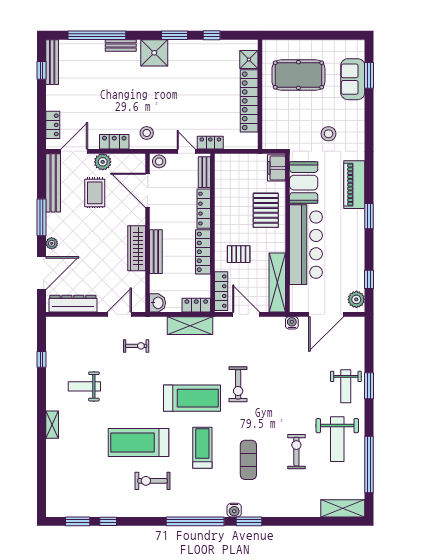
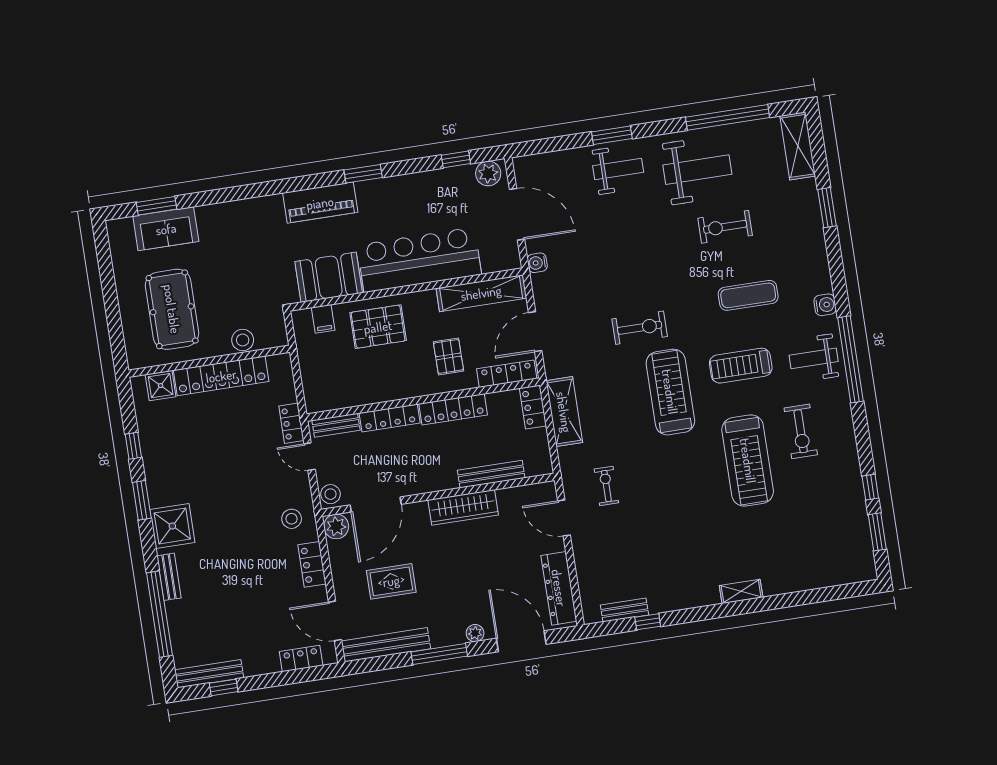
stool: (328, 134) -> (243, 340), moved
door: (186, 151) -> (310, 457), hinge flipped
plant: (103, 162) -> (336, 526), moved
filing cabinet: (276, 168) -> (323, 319), width x0.50
bench: (156, 252) -> (491, 474), moved
washbasin: (158, 303) -> (538, 464), removed
bench: (52, 345) -> (624, 610), added
weight bench: (84, 386) -> (814, 358), moved, turned 90
window: (249, 521) -> (827, 208), moved

